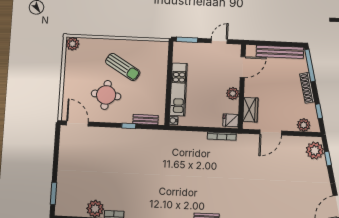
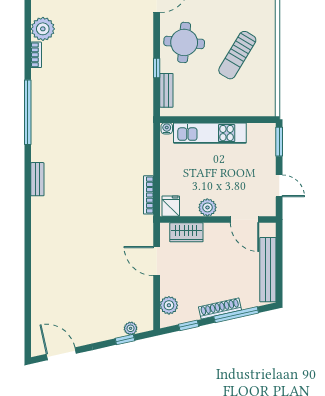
window: (310, 65) -> (236, 315), moved
round table: (106, 95) -> (184, 42), moved
plant: (315, 151) -> (131, 328), width x0.53, depth x0.53

